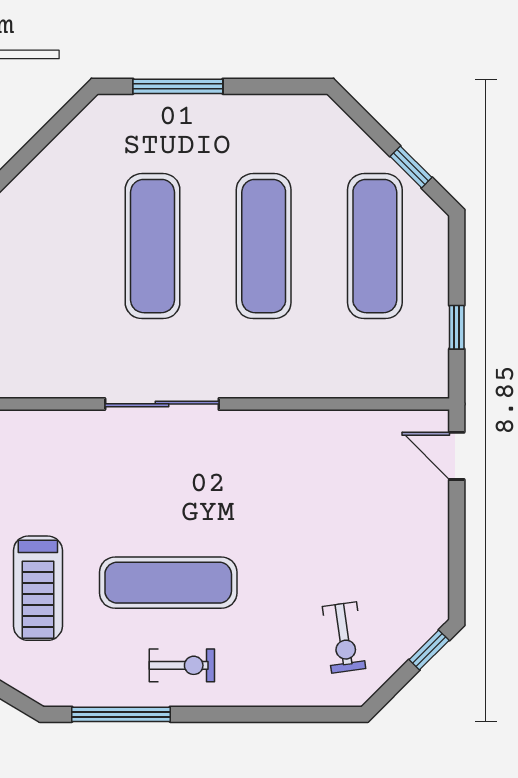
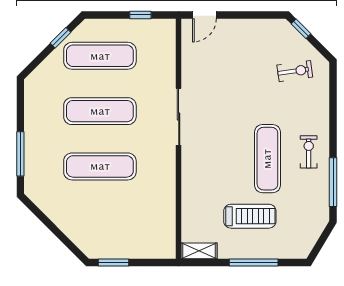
sliding door: (162, 404) -> (179, 117), moved
treadmill: (38, 588) -> (250, 216), moved

